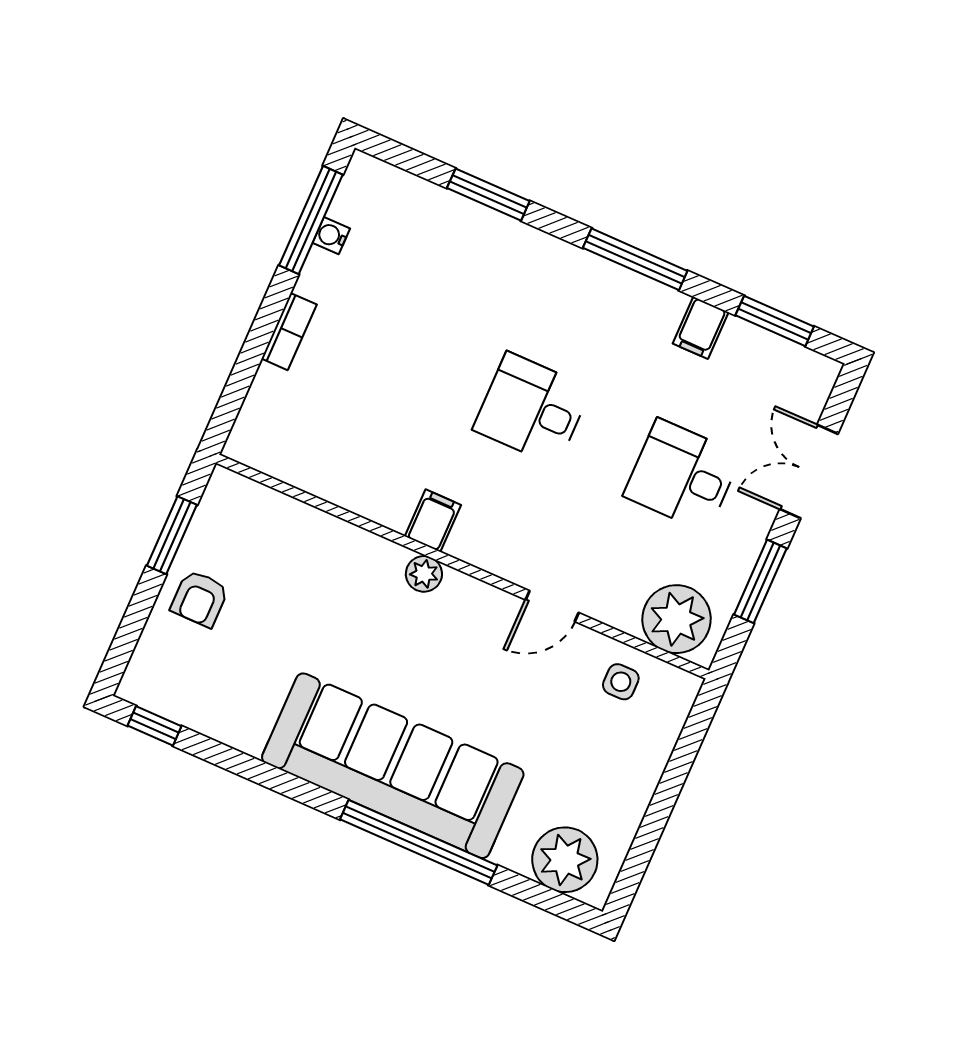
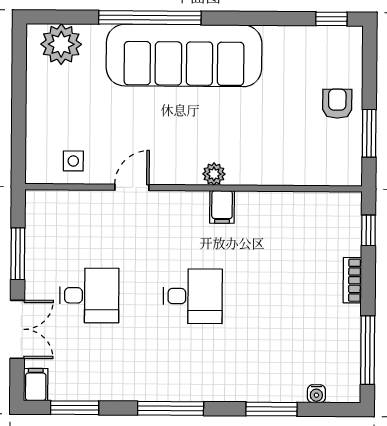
water cooler: (331, 236) -> (316, 394), moved, turned 90
filing cabinet: (701, 328) -> (36, 385), moved
window: (234, 394) -> (368, 230), added
plant: (676, 619) -> (57, 211), removed

